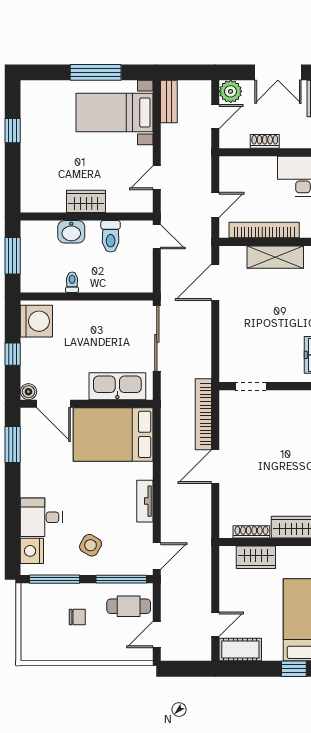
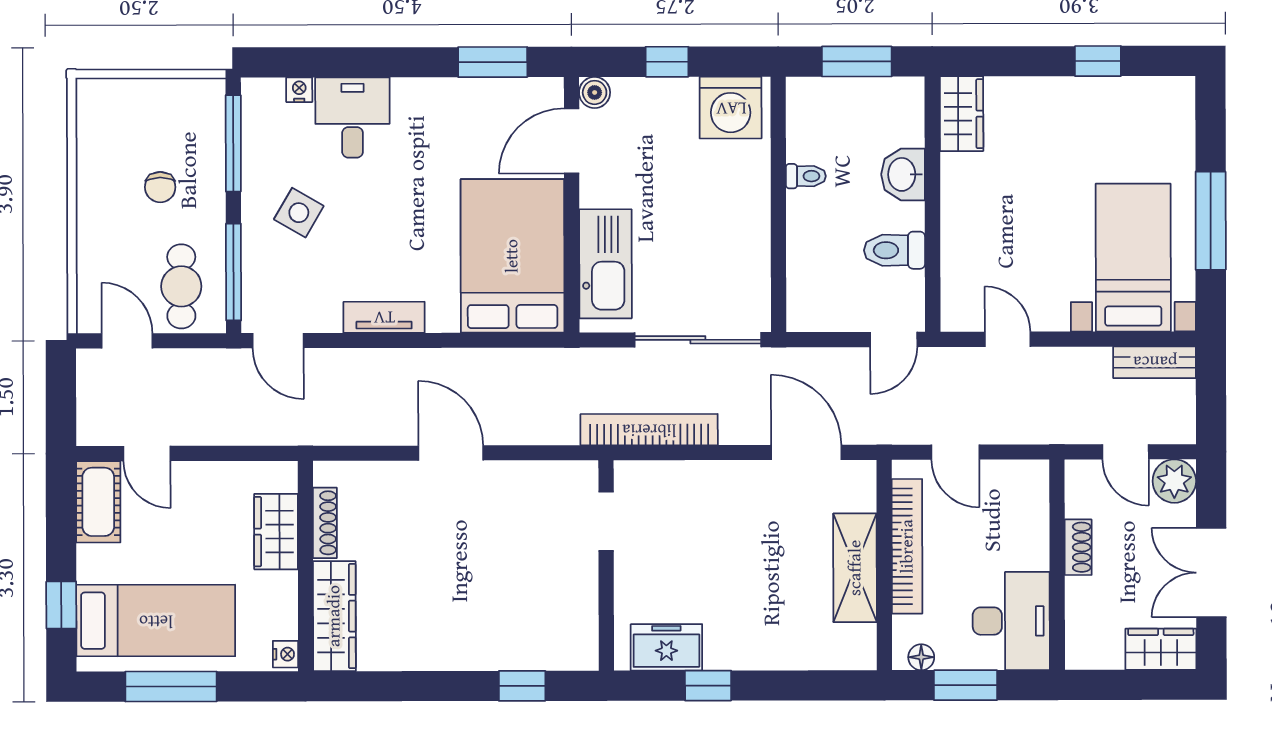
wardrobe: (86, 201) -> (962, 114), moved
bookcase: (203, 414) -> (649, 430), moved
nightstand: (32, 551) -> (299, 90), width x0.53, depth x0.56

